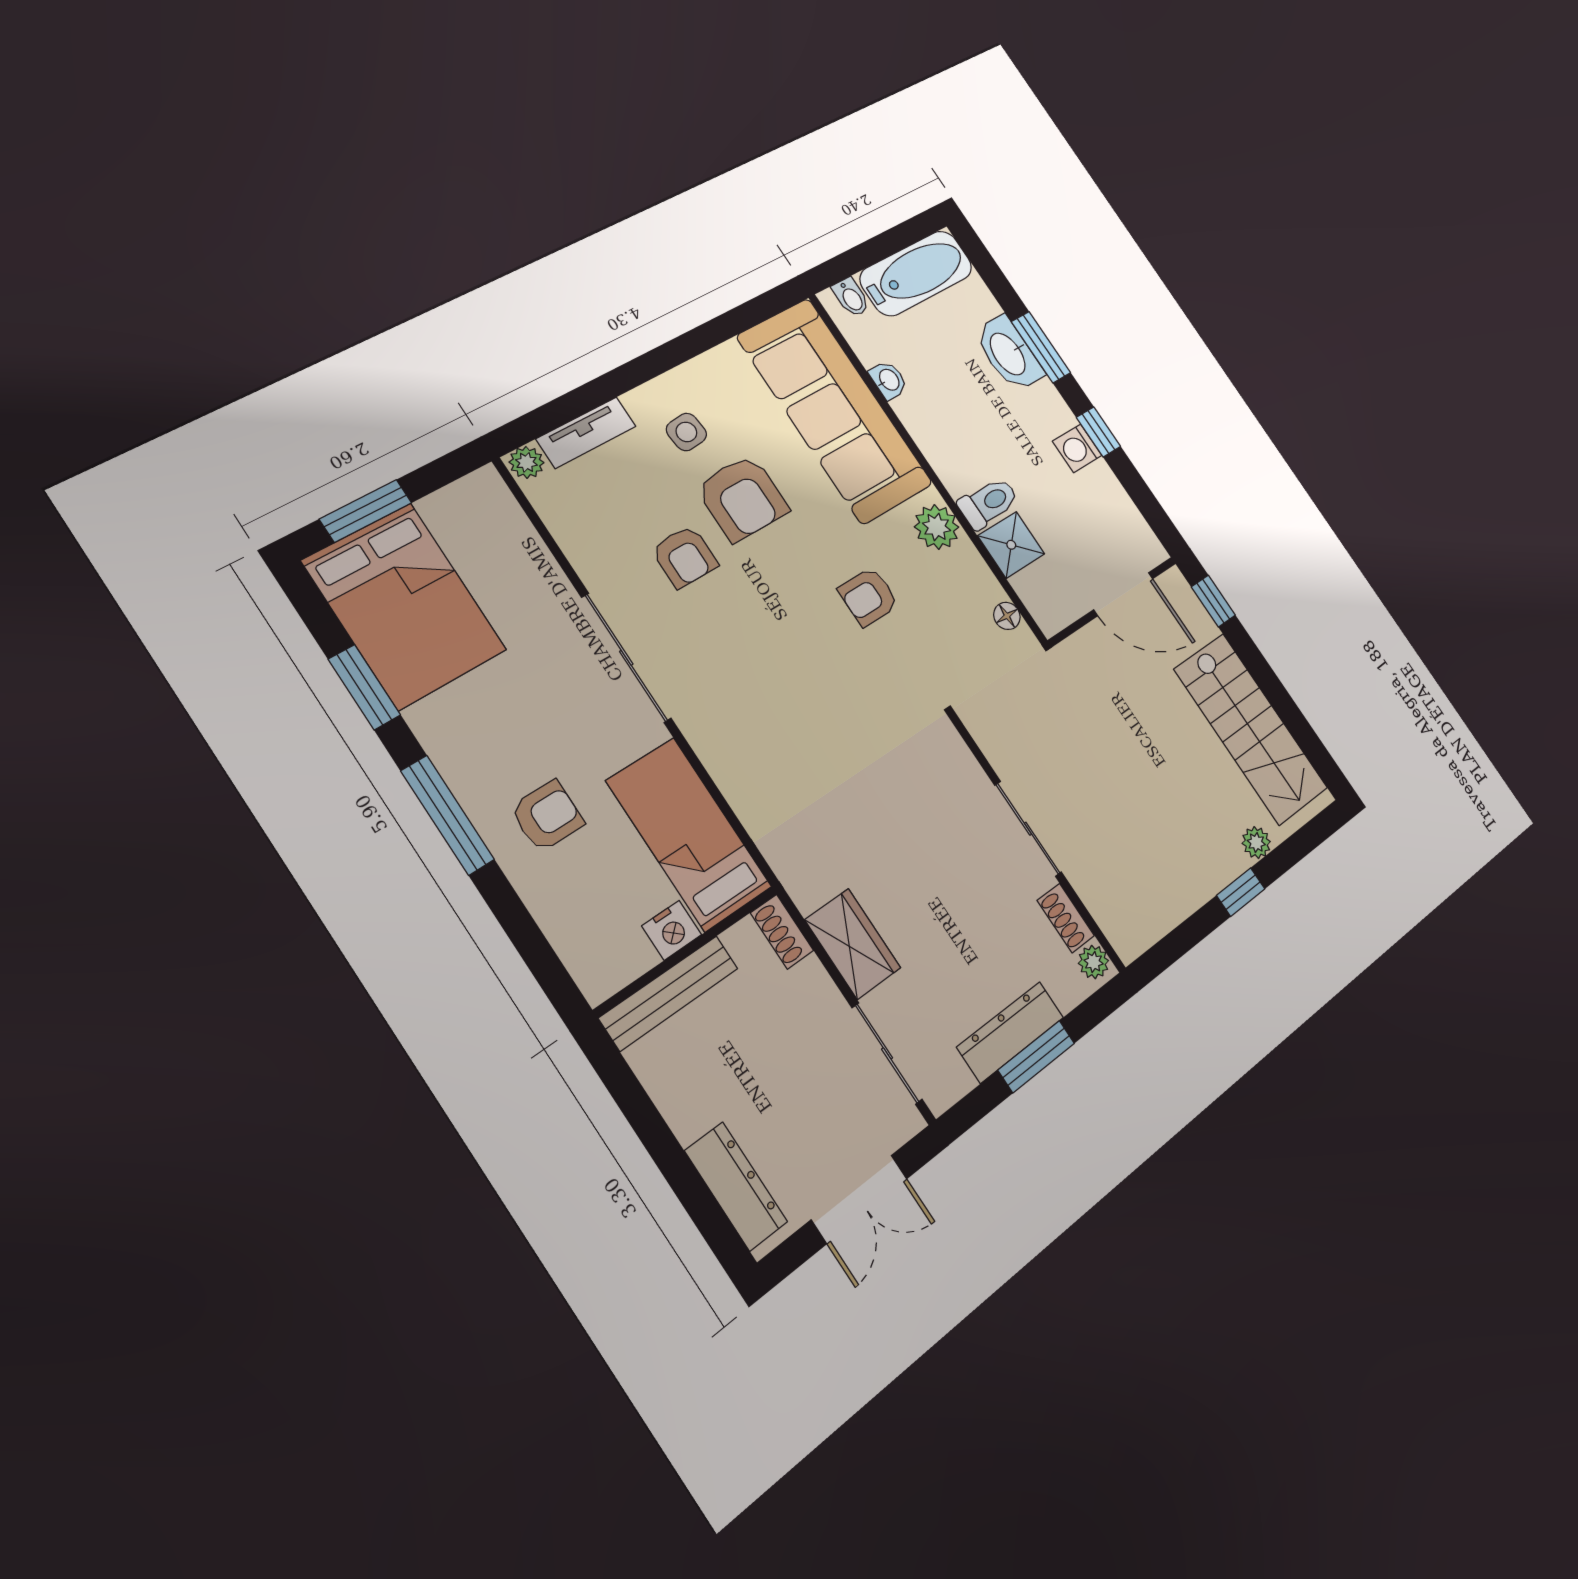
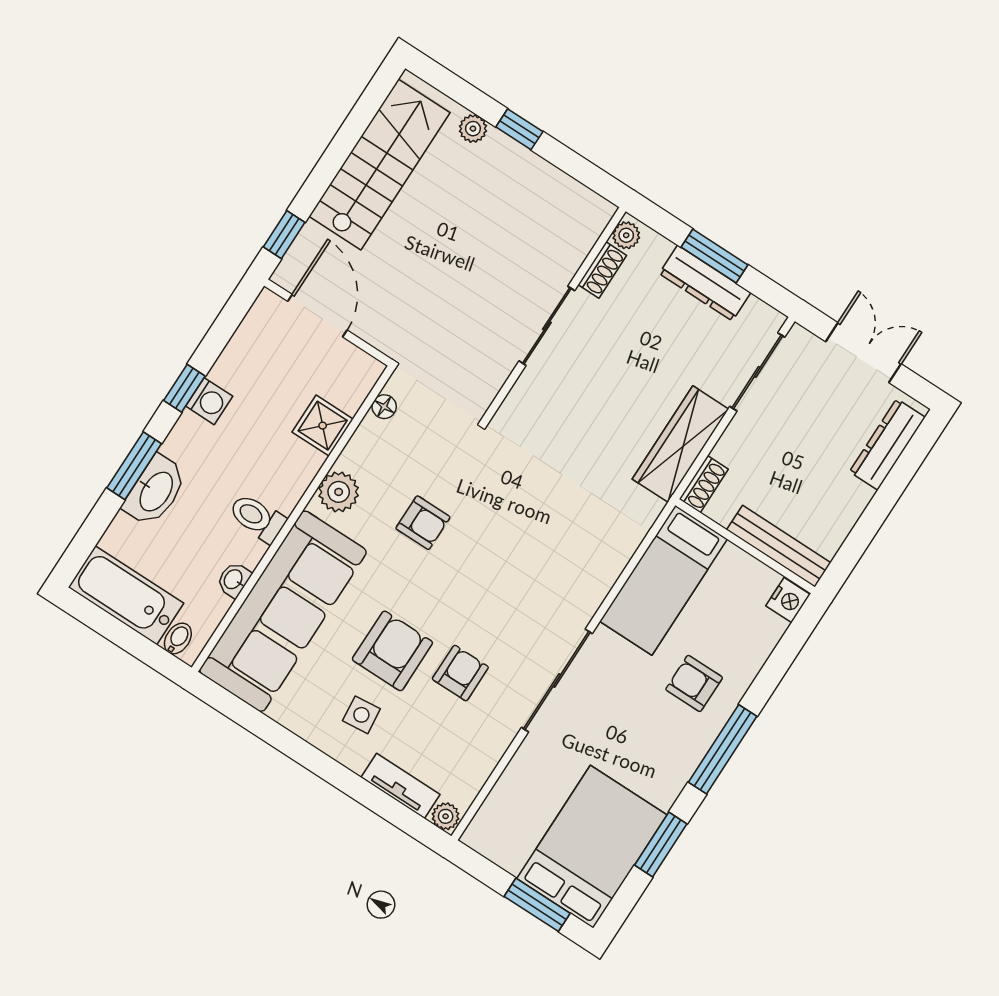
toilet: (989, 503) -> (257, 518), moved
nightstand: (672, 930) -> (788, 600), moved, turned 90
wardrobe: (853, 944) -> (681, 444), width x1.50

